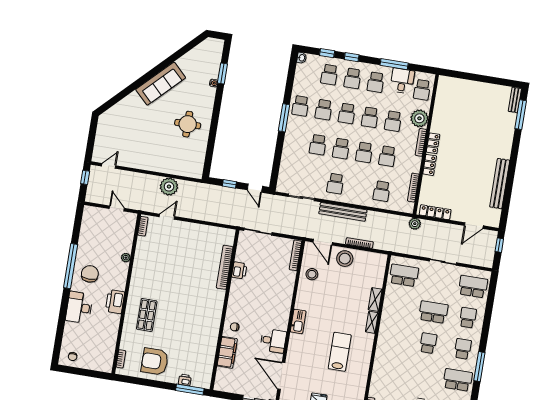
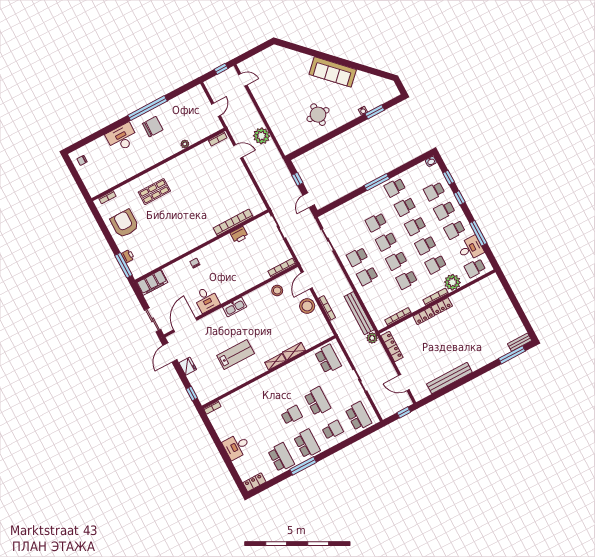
school desk: (382, 191) -> (367, 276), moved
bench: (343, 212) -> (359, 313), moved
printer: (115, 302) -> (146, 161), removed
school desk: (463, 349) -> (307, 444), width x1.85
filing cabinet: (227, 352) -> (152, 282), moved

